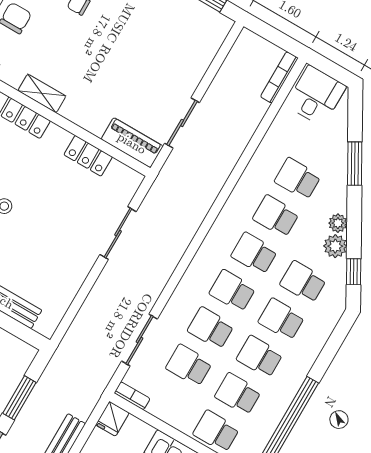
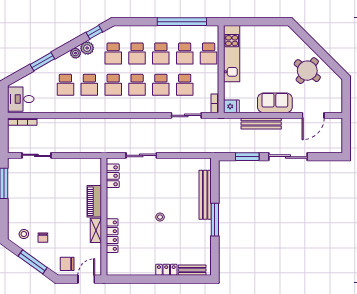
sliding door: (182, 123) -> (36, 155), moved
piano: (132, 143) -> (94, 201), moved
locker: (88, 156) -> (113, 176), moved

